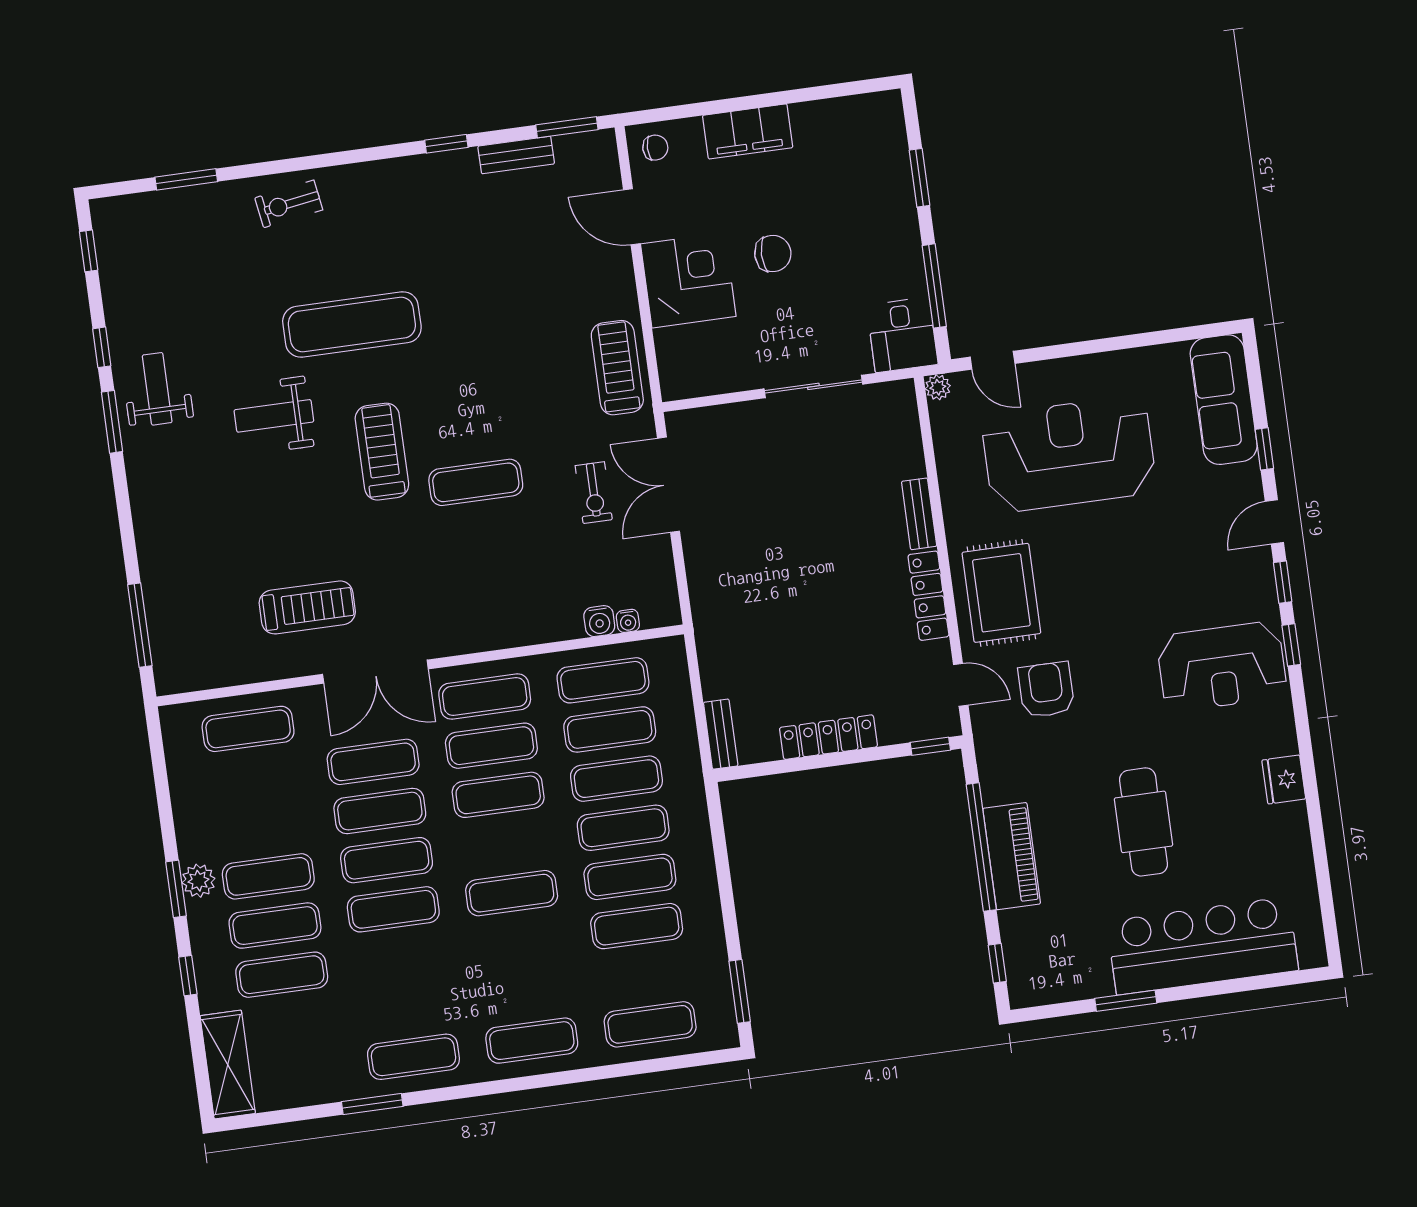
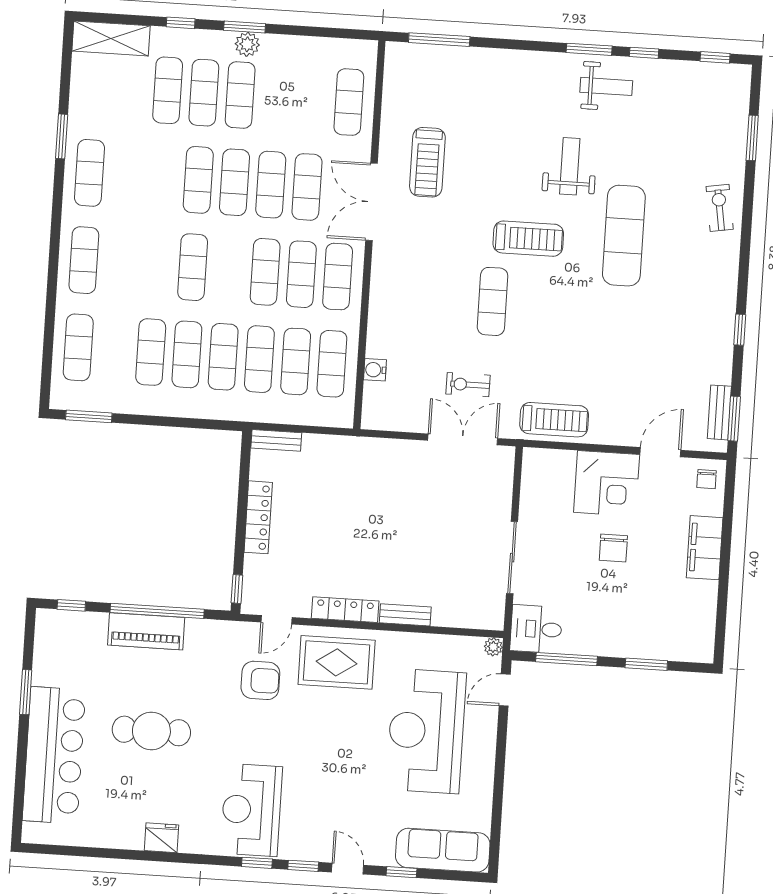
bench: (516, 155) -> (719, 412), moved
reception desk: (1069, 454) -> (426, 731), turned 180
water cooler: (628, 621) -> (371, 390), removed

